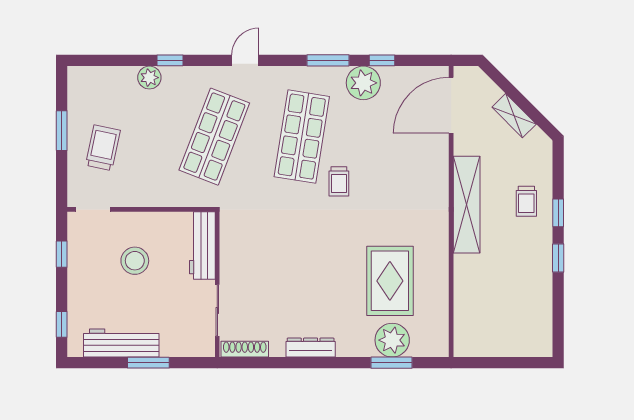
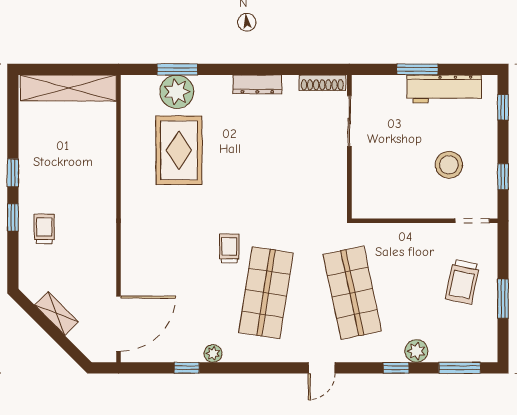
window: (328, 60) -> (460, 368), moved
plant: (363, 83) -> (213, 353), width x0.53, depth x0.53
shop shelf: (214, 137) -> (352, 293), turned -33
shelving: (467, 205) -> (68, 88), moved, turned 90
workbench: (202, 245) -> (364, 185), removed
stool: (135, 261) -> (449, 165), moved

